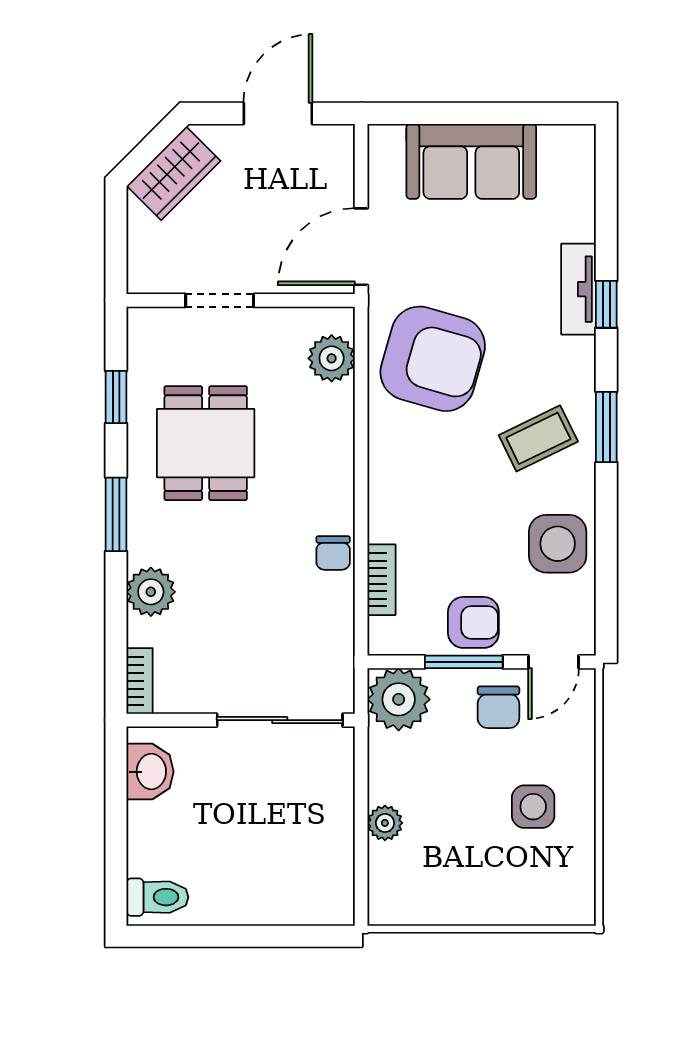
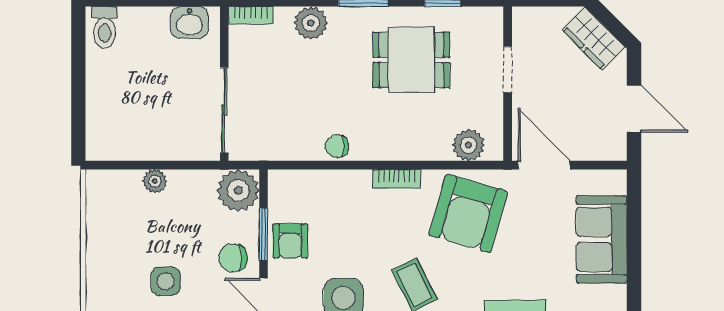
bookcase: (382, 580) -> (397, 179), moved

